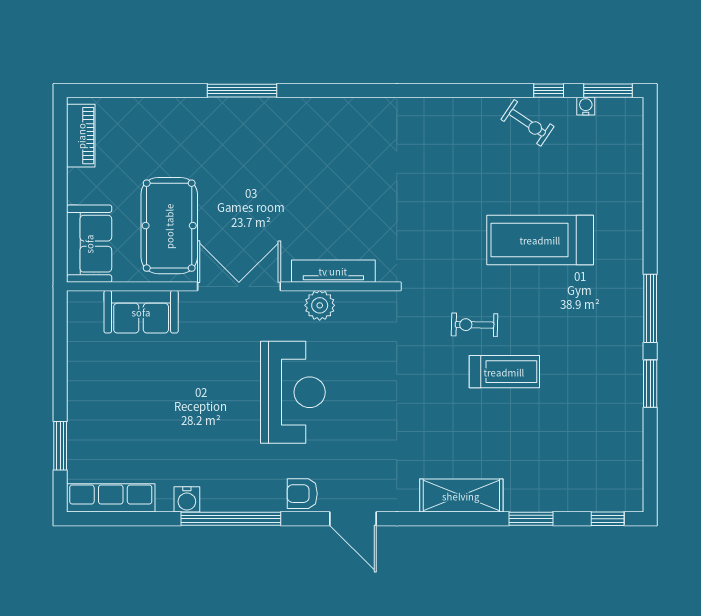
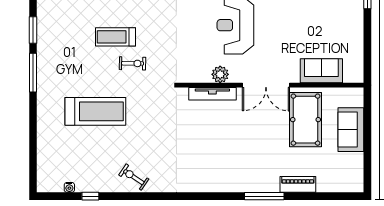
window: (608, 91) -> (57, 196), removed
exercise bike: (527, 123) -> (134, 177), moved
piano: (81, 136) -> (298, 184), moved, turned 90
sofa: (89, 244) -> (351, 130), moved

